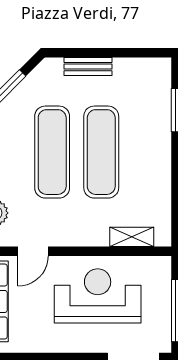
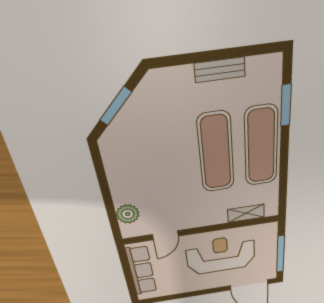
bench: (88, 67) -> (220, 70), moved
exercise mat: (52, 152) -> (261, 147), moved

